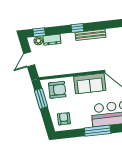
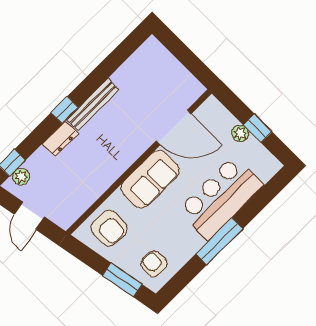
dresser: (52, 40) -> (60, 139), moved
armchair: (57, 90) -> (109, 228), turned 90
window: (41, 99) -> (122, 280), moved

